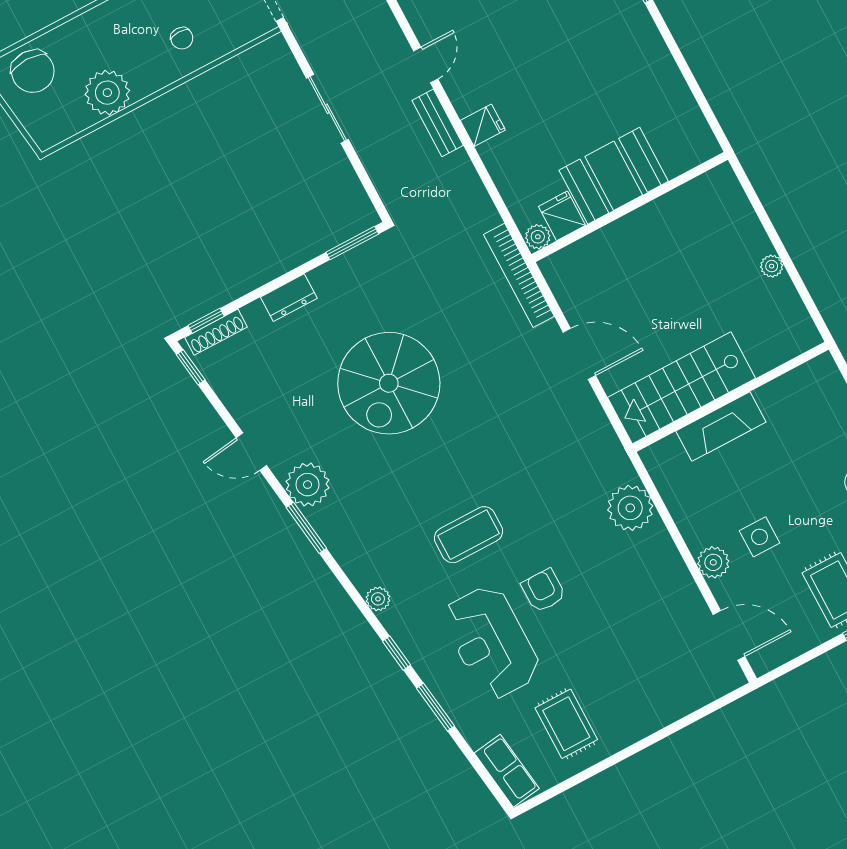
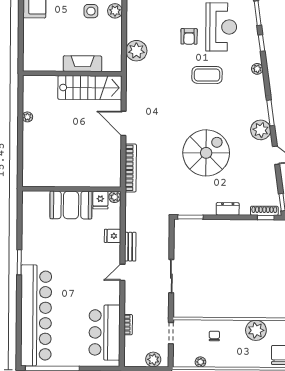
booth: (614, 176) -> (71, 205), moved
wall: (630, 207) -> (71, 189), moved
fridge: (562, 216) -> (100, 200), moved
plant: (538, 237) -> (115, 197), moved

